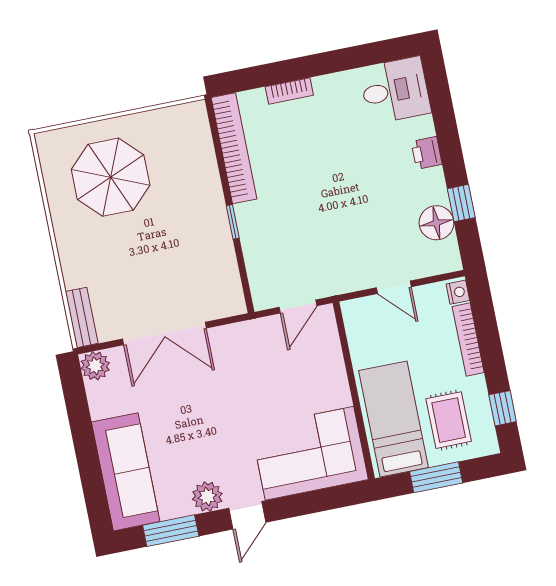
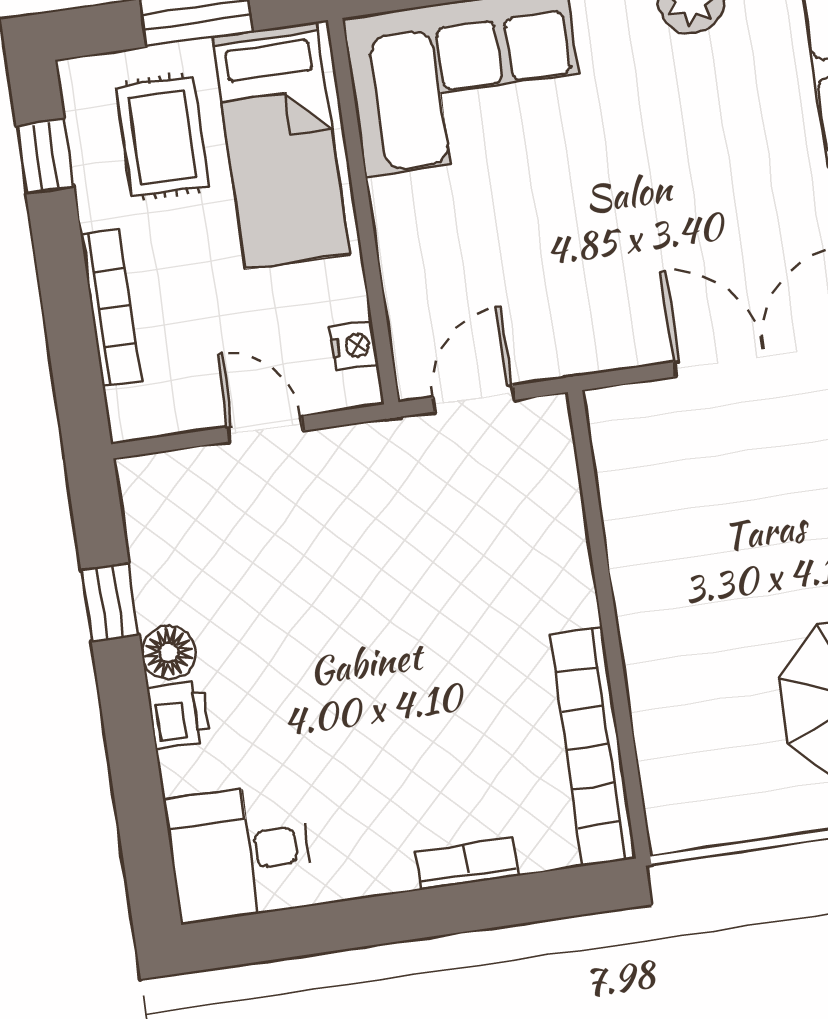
window: (233, 222) -> (604, 589), removed
floor lamp: (436, 223) -> (169, 652), moved, width x0.73, depth x0.73
nightstand: (458, 292) -> (354, 346), moved, turned 180

